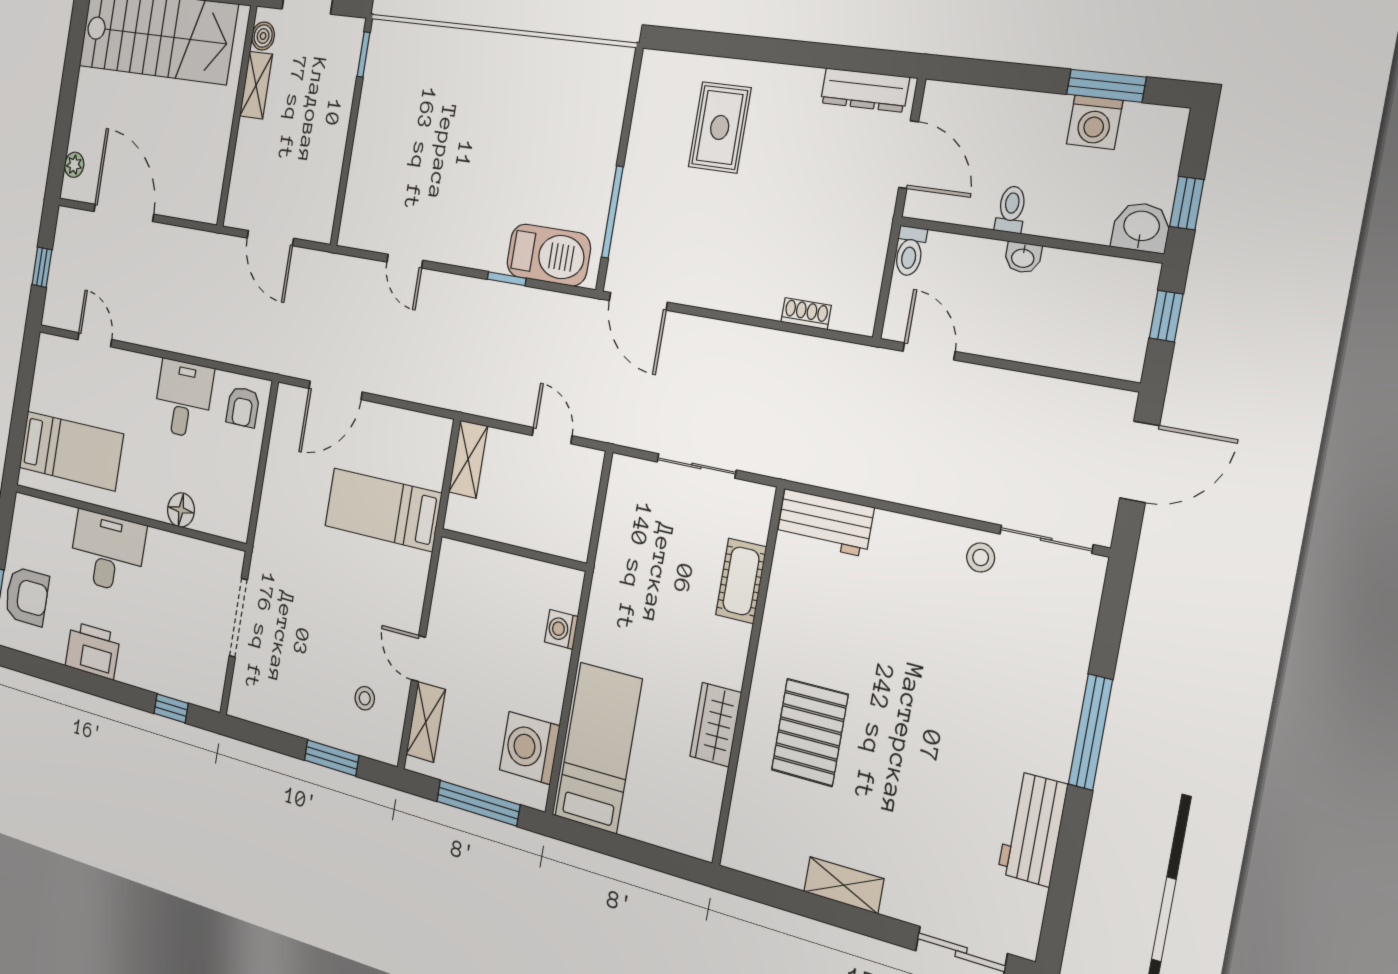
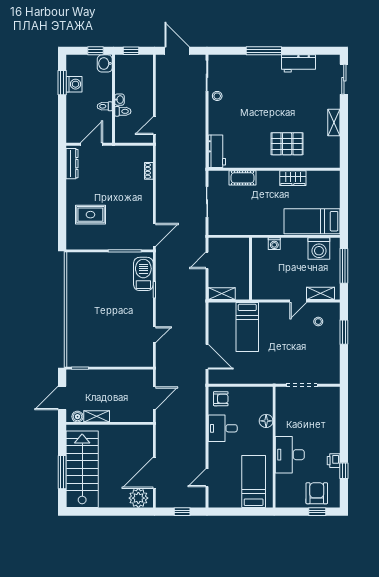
plant: (74, 165) -> (138, 498), width x1.88, depth x1.88
toilet: (910, 251) -> (123, 111), moved
printer: (93, 650) -> (334, 461), width x0.53, depth x0.68
window: (171, 708) -> (344, 471), moved

